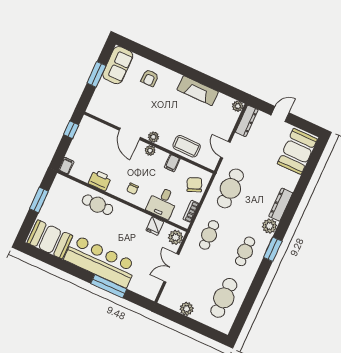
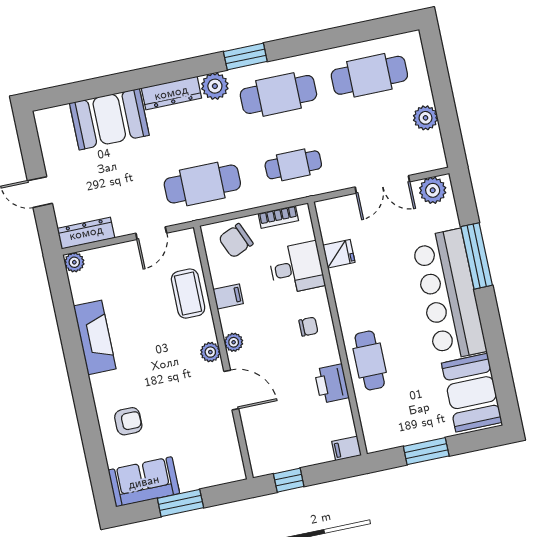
door: (130, 134) -> (231, 390), hinge flipped
booth: (297, 151) -> (109, 119), moved
plant: (176, 237) -> (433, 190), moved
cafe table: (245, 251) -> (278, 94), width x1.37, depth x1.35

